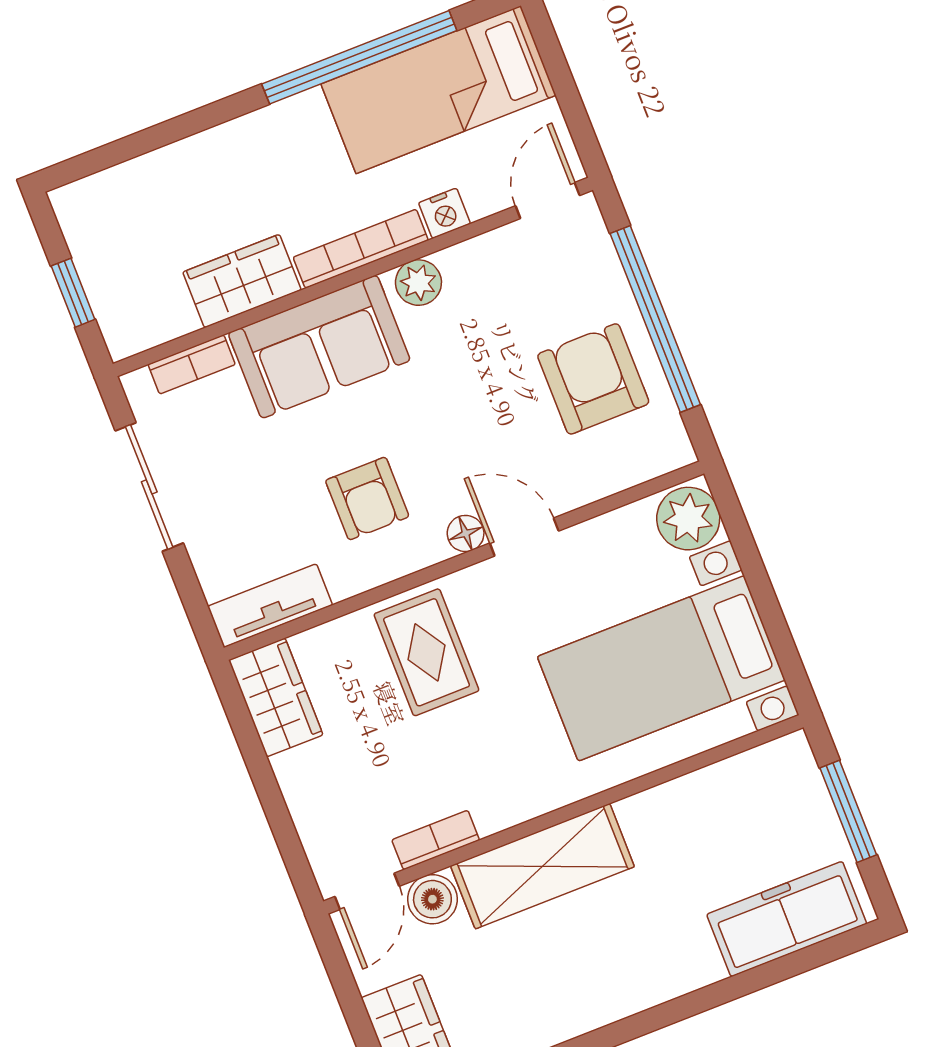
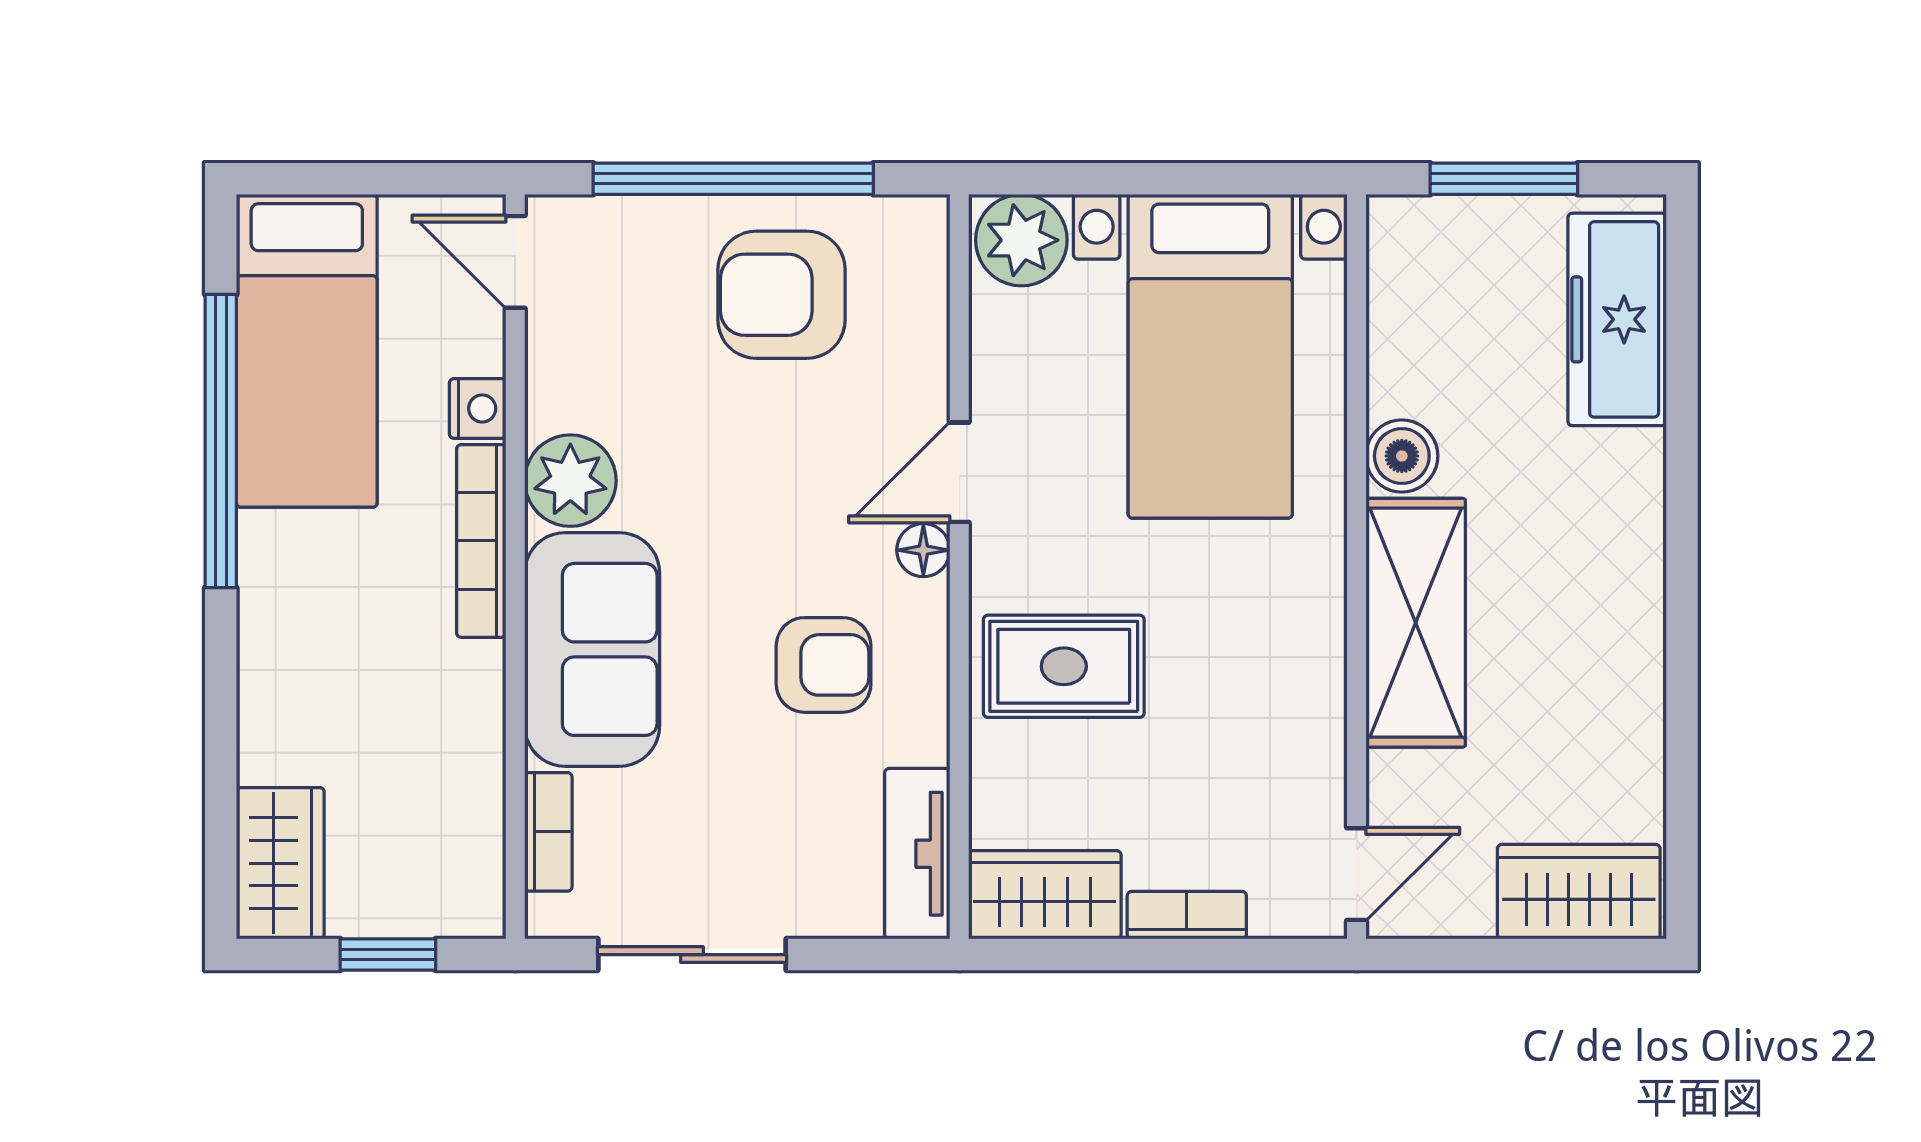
wardrobe: (242, 281) -> (280, 863), moved, turned 180
plant: (418, 283) -> (570, 481), width x1.38, depth x1.38
bookcase: (436, 840) -> (1187, 915), moved, turned 90
door: (367, 891) -> (1356, 874), hinge flipped
boiler: (432, 899) -> (1402, 456), moved

